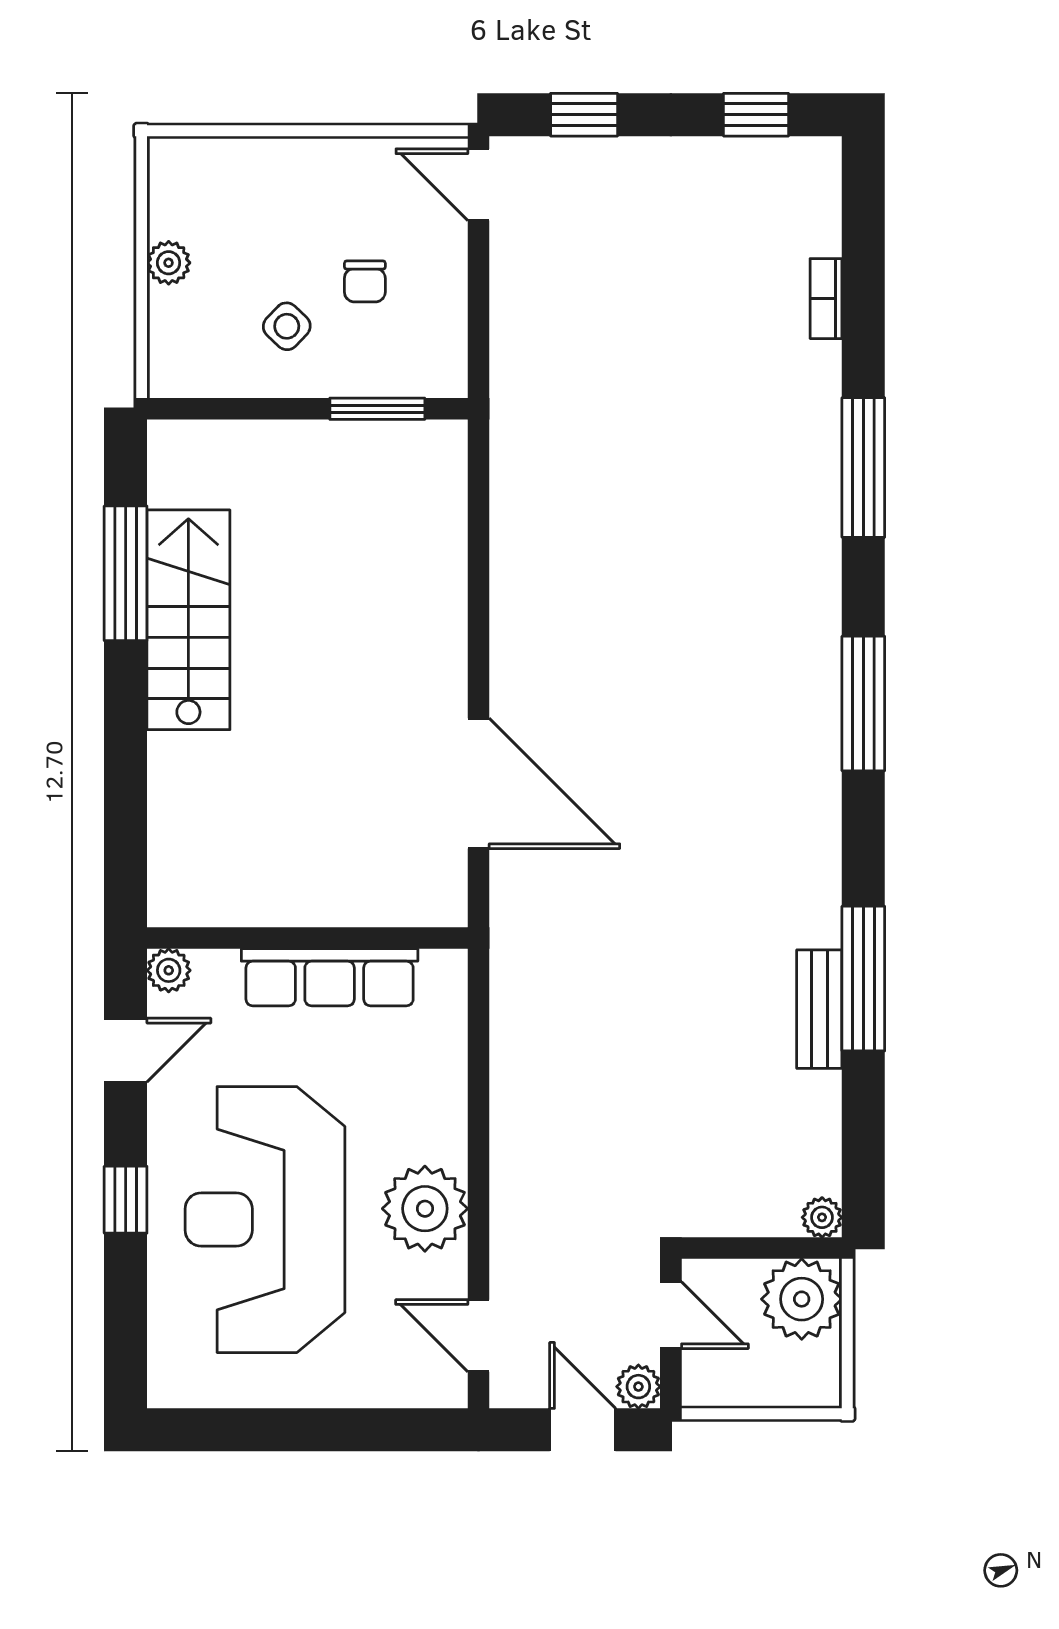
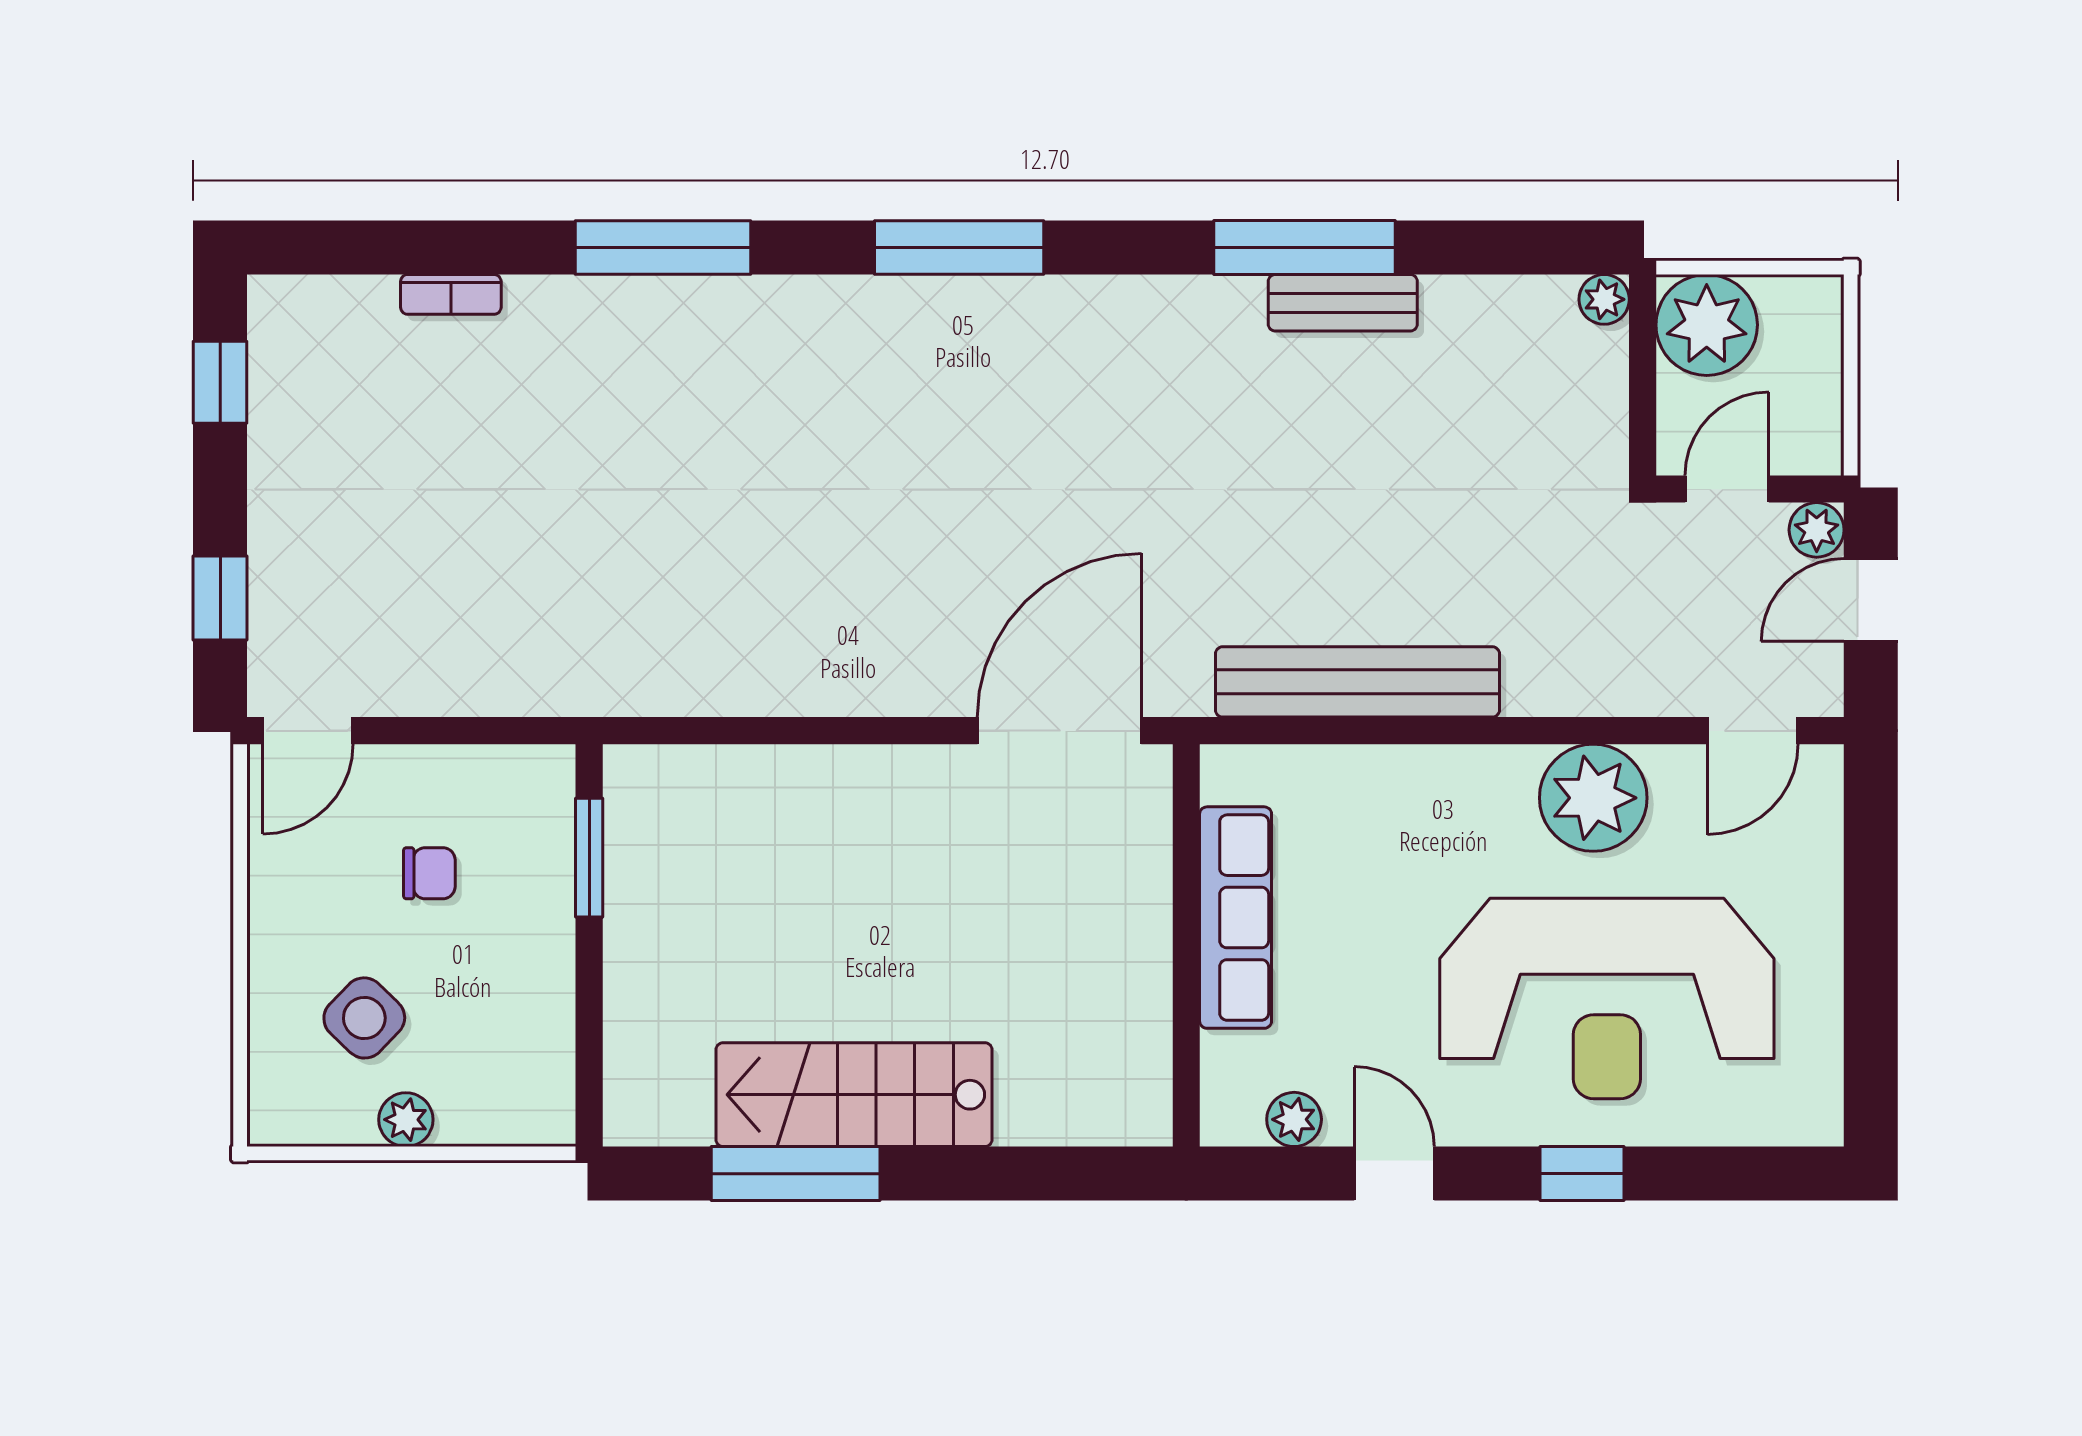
side table: (287, 326) -> (364, 1018), moved, width x1.37, depth x1.37
wall: (307, 938) -> (1186, 945), moved
row of seats: (330, 977) -> (1236, 918), moved
bench: (517, 1021) -> (1357, 682), added

